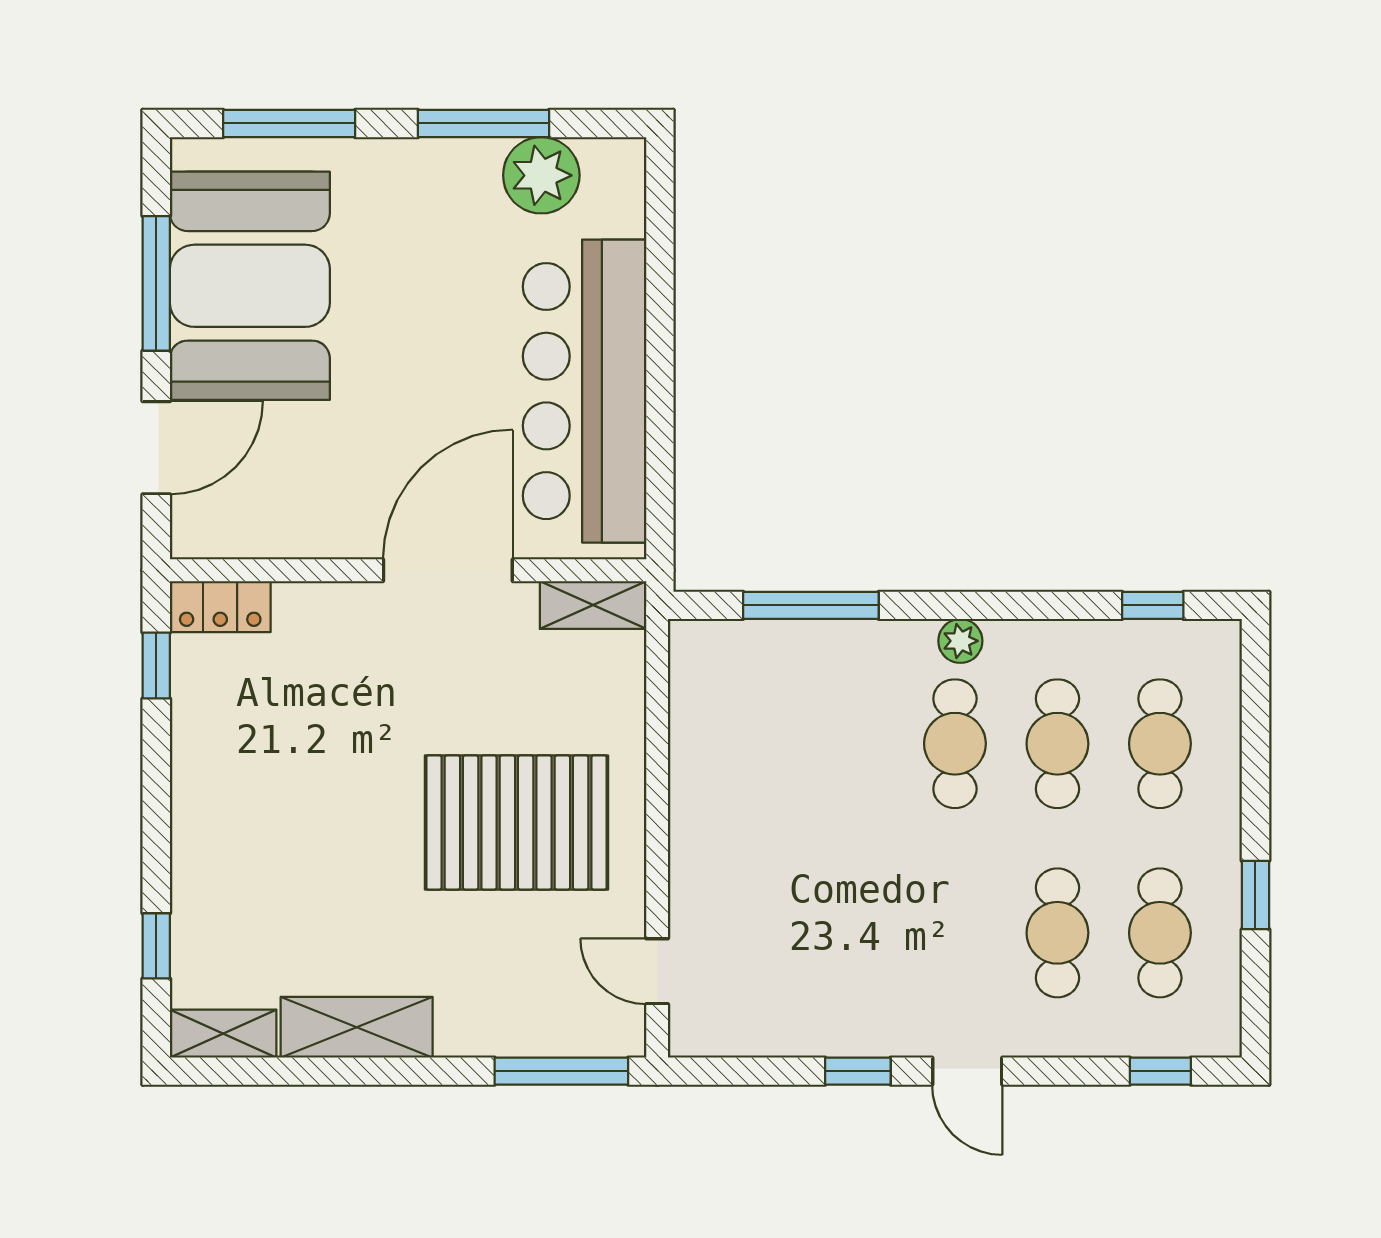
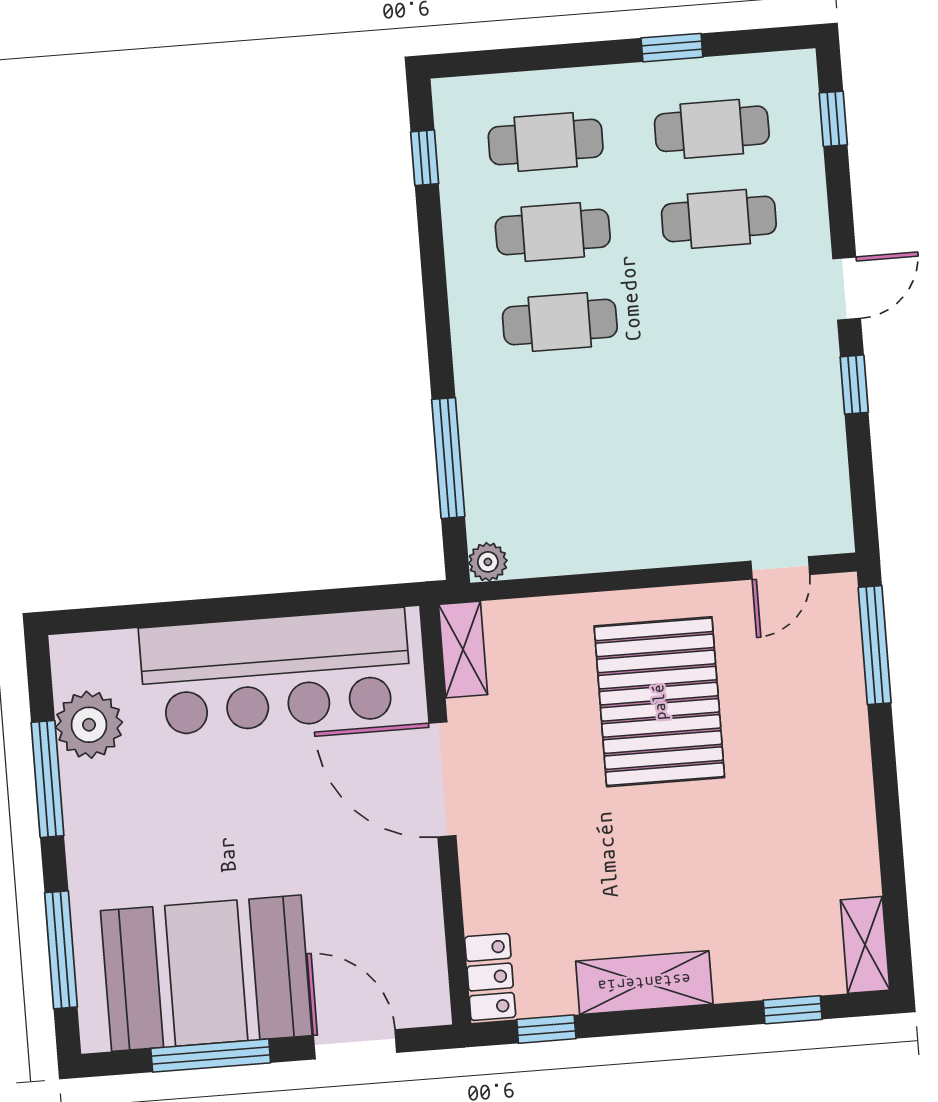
plant: (960, 641) -> (488, 562), moved
shelving: (357, 1027) -> (644, 983), moved, turned 90

